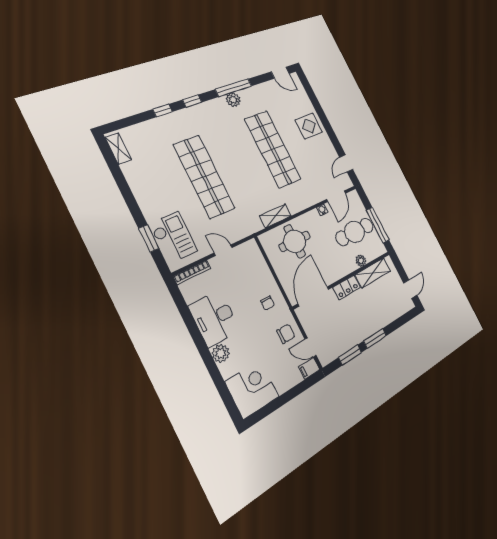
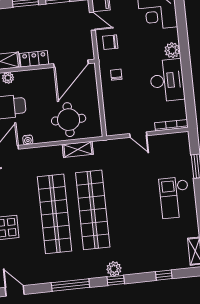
plant: (233, 100) -> (114, 269), moved
window: (163, 111) -> (164, 275), moved
shop shelf: (204, 177) -> (93, 210), moved
checkout: (174, 237) -> (175, 198), moved

